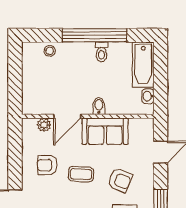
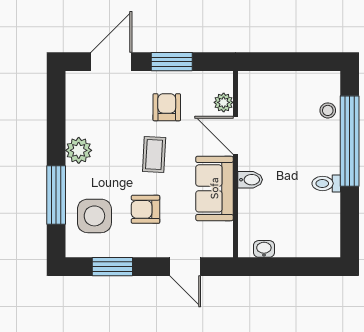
window: (95, 35) -> (350, 141), moved
bathtub: (143, 65) -> (308, 242), removed
window: (15, 162) -> (172, 62), added
armchair: (120, 180) -> (146, 209), turned 68

